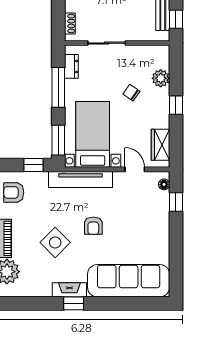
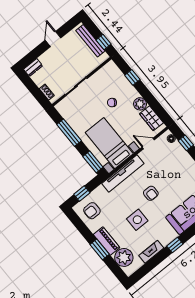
dresser: (71, 66) -> (67, 115), removed
plant: (161, 78) -> (140, 104), moved
window: (176, 105) -> (132, 77), moved
window: (33, 165) -> (82, 194), moved
side table: (55, 242) -> (137, 220), turned 45
fireplace: (69, 290) -> (151, 252), moved

